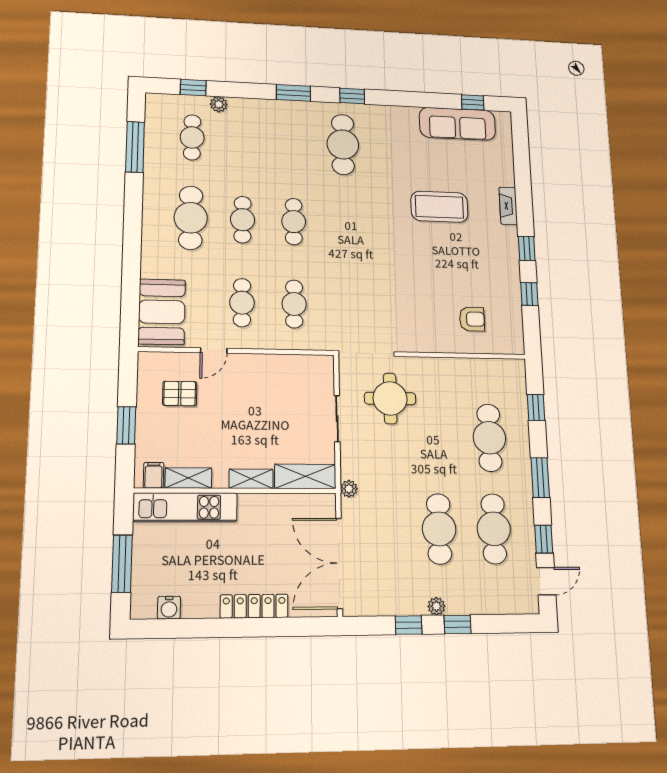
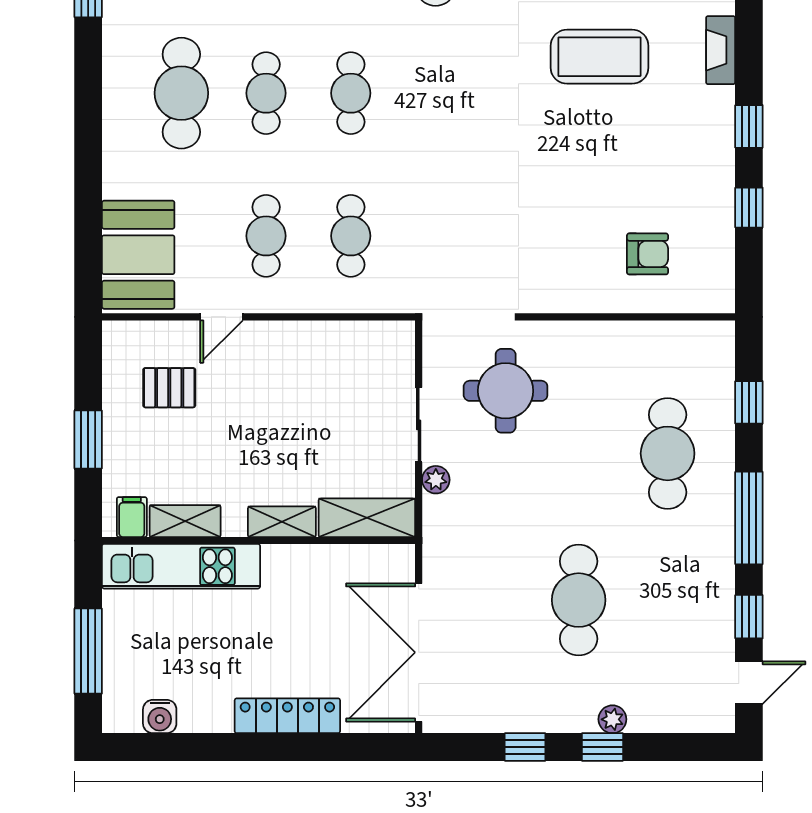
window: (540, 478) -> (749, 518), width x1.44
plant: (349, 489) -> (436, 480), moved
cafe table: (494, 529) -> (668, 600), removed
plant: (436, 606) -> (612, 719), moved

